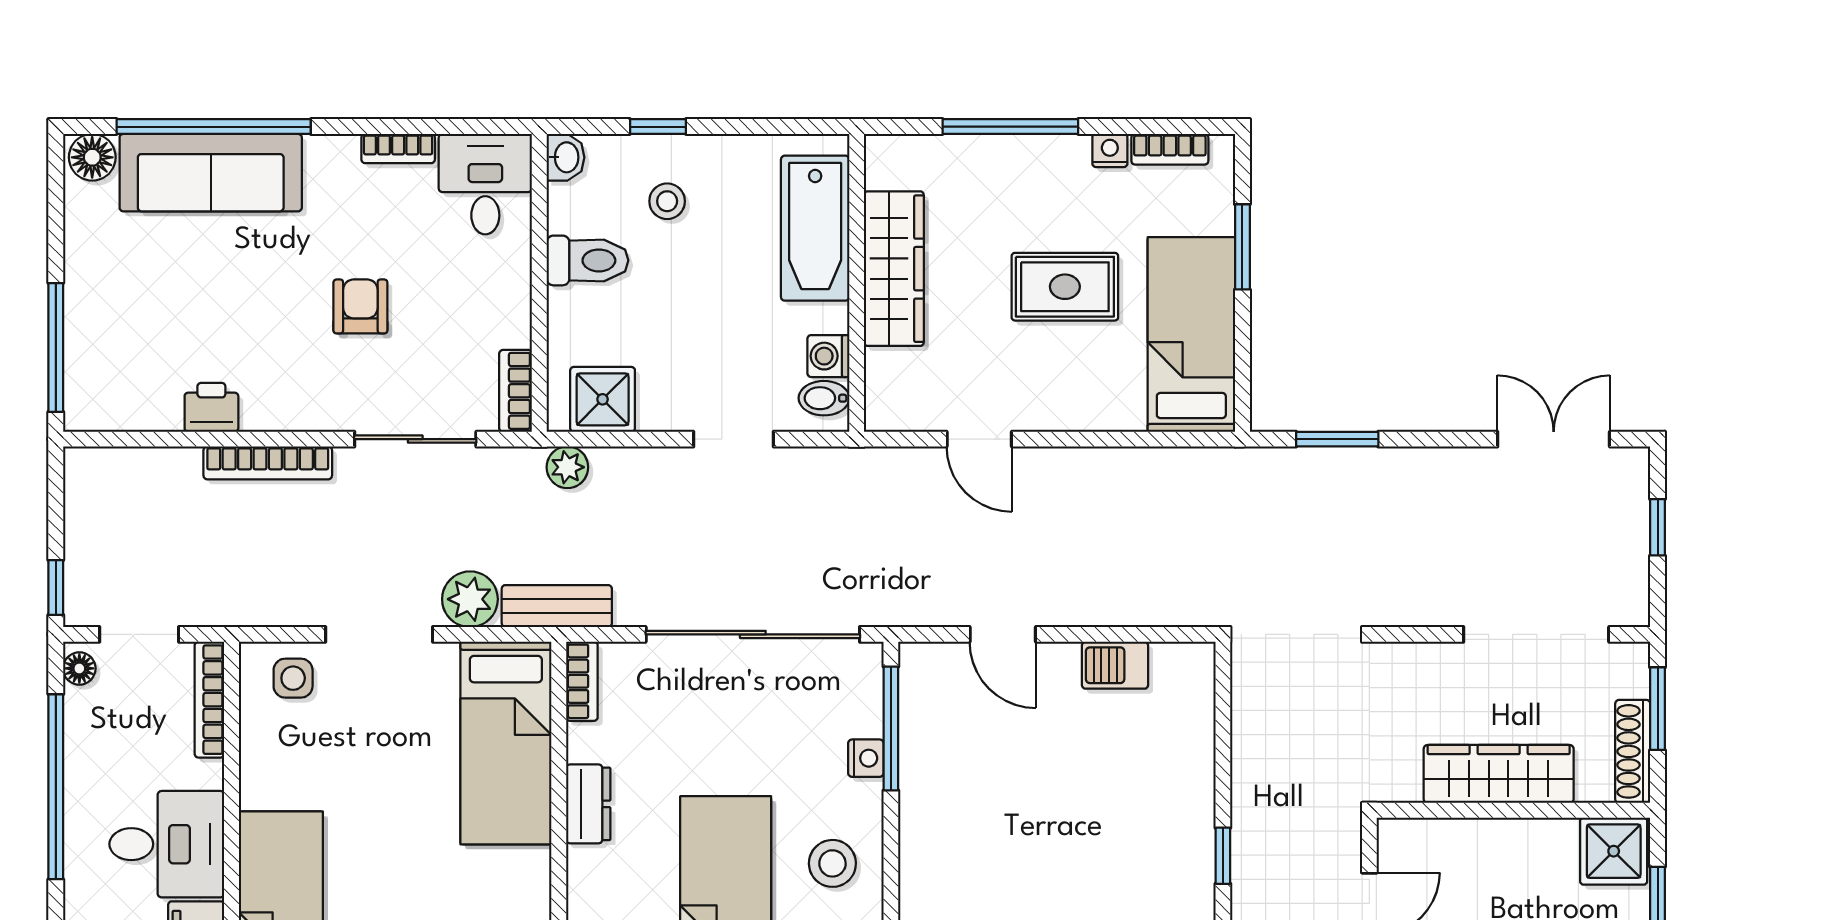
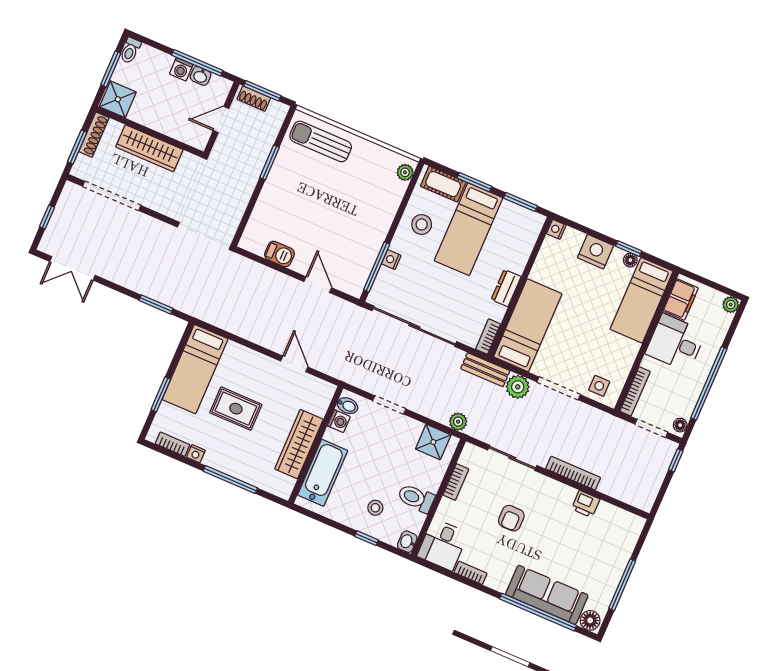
window: (56, 347) -> (622, 585), moved
bookcase: (516, 391) -> (456, 482), moved
window: (1223, 856) -> (270, 162), width x1.50

